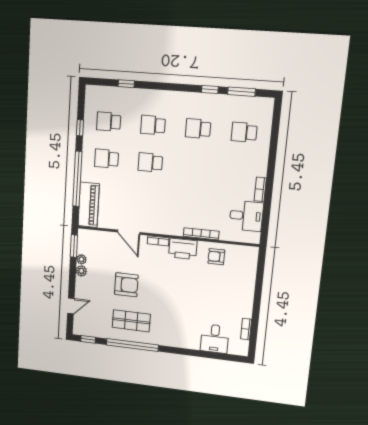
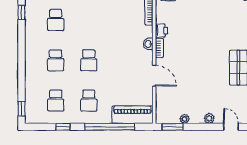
window: (126, 84) -> (21, 109), moved
washbasin: (163, 229) -> (148, 44), added
door: (129, 232) -> (154, 76), hinge flipped
printer: (183, 249) -> (161, 31), width x0.53, depth x0.68
plant: (81, 271) -> (209, 118), moved
armchair: (126, 285) -> (204, 75), removed

